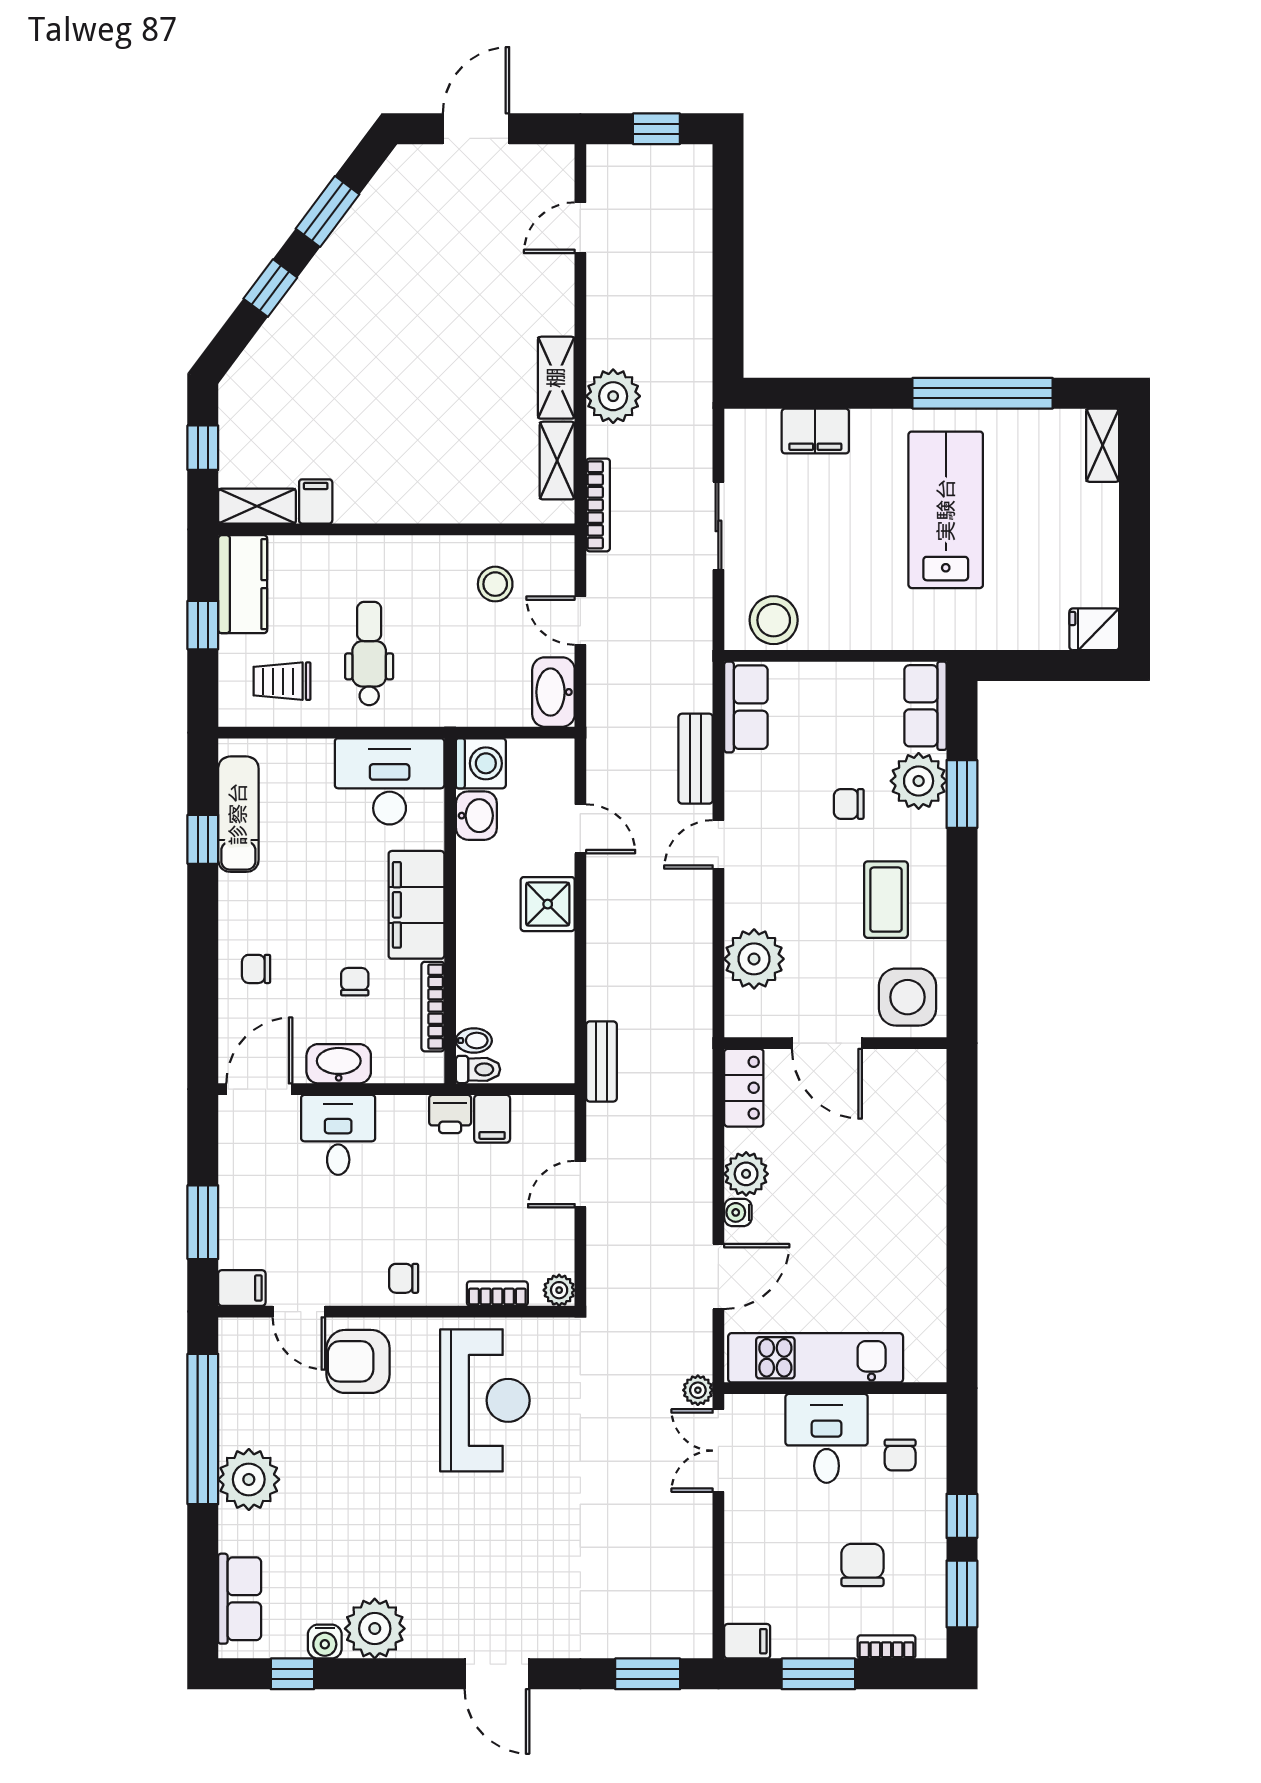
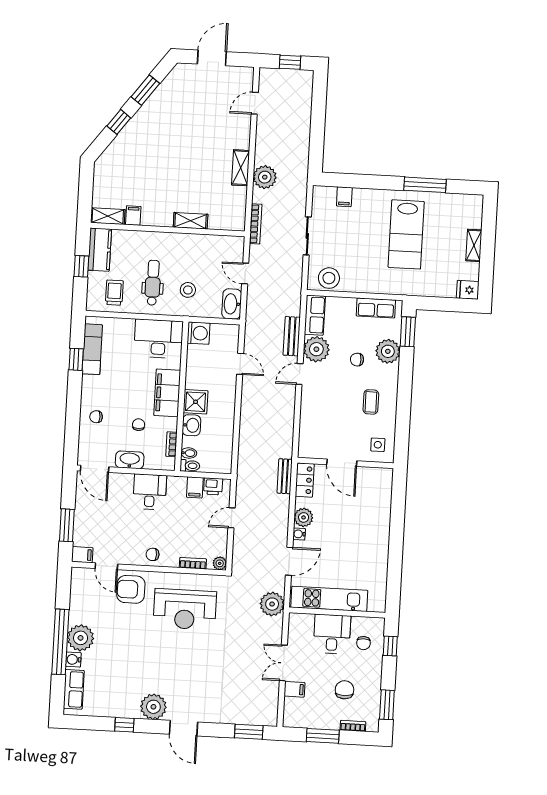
window: (983, 393) -> (425, 185), width x0.68
filing cabinet: (815, 431) -> (344, 197), width x0.50
shelving: (1103, 445) -> (474, 245), moved
window: (203, 448) -> (86, 189), removed
shelving: (557, 461) -> (191, 221), moved, turned 90
lab bench: (946, 510) -> (406, 234), turned 180
stool: (495, 584) -> (188, 290), moved
trolley: (282, 681) -> (114, 293), turned 90
row of seats: (925, 706) -> (376, 308), moved, turned -90
window: (962, 794) -> (408, 332), moved
washbasin: (476, 816) -> (191, 425), moved
coffee table: (886, 900) -> (371, 402), width x0.73, depth x0.77
shower: (548, 904) -> (196, 402), moved
plant: (754, 959) -> (316, 349), moved
side table: (908, 997) -> (378, 445), width x0.54, depth x0.54
bookcase: (433, 1007) -> (171, 444), width x0.64
bench: (602, 1061) -> (285, 476), moved
door: (259, 1089) -> (95, 469), swing flipped
printer: (450, 1114) -> (213, 486), moved
desk: (338, 1135) -> (150, 492), moved
plant: (698, 1390) -> (272, 604), width x1.87, depth x1.87
reception desk: (485, 1400) -> (185, 609), turned 90
window: (203, 1429) -> (60, 642), moved
double door: (718, 1451) -> (283, 663), moved
window: (962, 1516) -> (390, 646), moved
plant: (375, 1629) -> (153, 707), moved
filing cabinet: (747, 1641) -> (294, 689), moved
water cooler: (325, 1642) -> (73, 659), moved, turned 90
window: (292, 1674) -> (124, 725), moved

